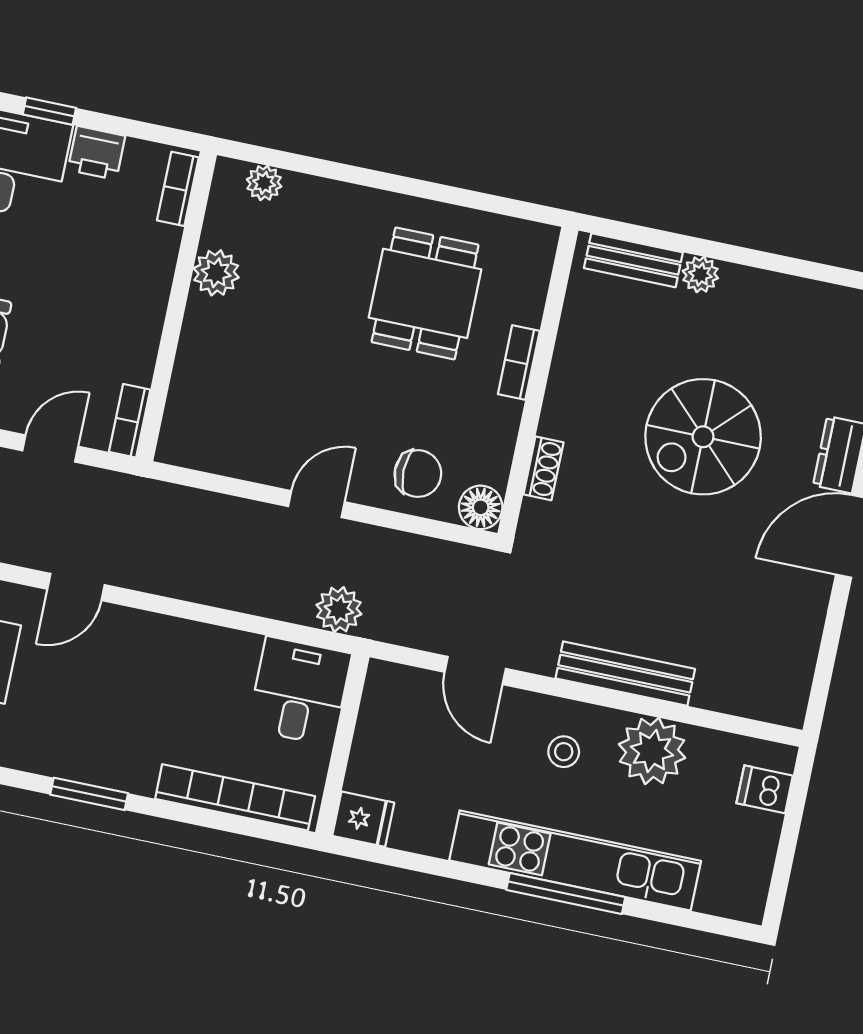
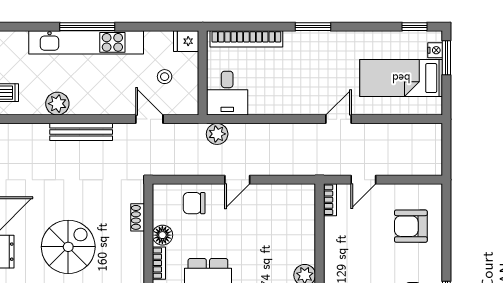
floor lamp: (481, 507) -> (162, 235), moved
plant: (652, 751) -> (57, 104), width x0.73, depth x0.73
stool: (564, 752) -> (165, 77), moved

